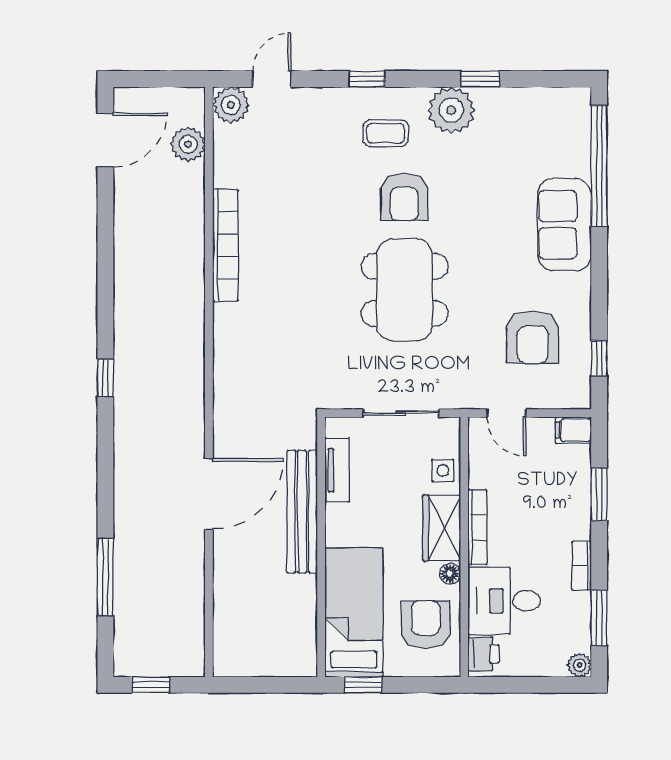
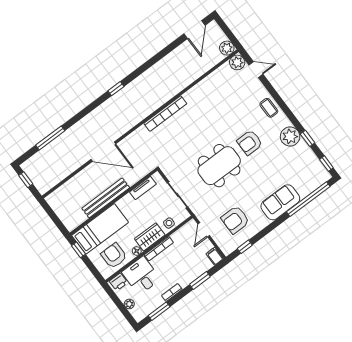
window: (367, 79) -> (326, 164), moved
coffee table: (386, 133) -> (269, 108), moved
door: (105, 140) -> (195, 30), hinge flipped
plant: (188, 144) -> (227, 48), moved
bookcase: (225, 245) -> (165, 114), moved
bench: (302, 512) -> (106, 198), moved
armchair: (426, 625) -> (114, 256), turned -90
plant: (579, 665) -> (129, 304), moved

